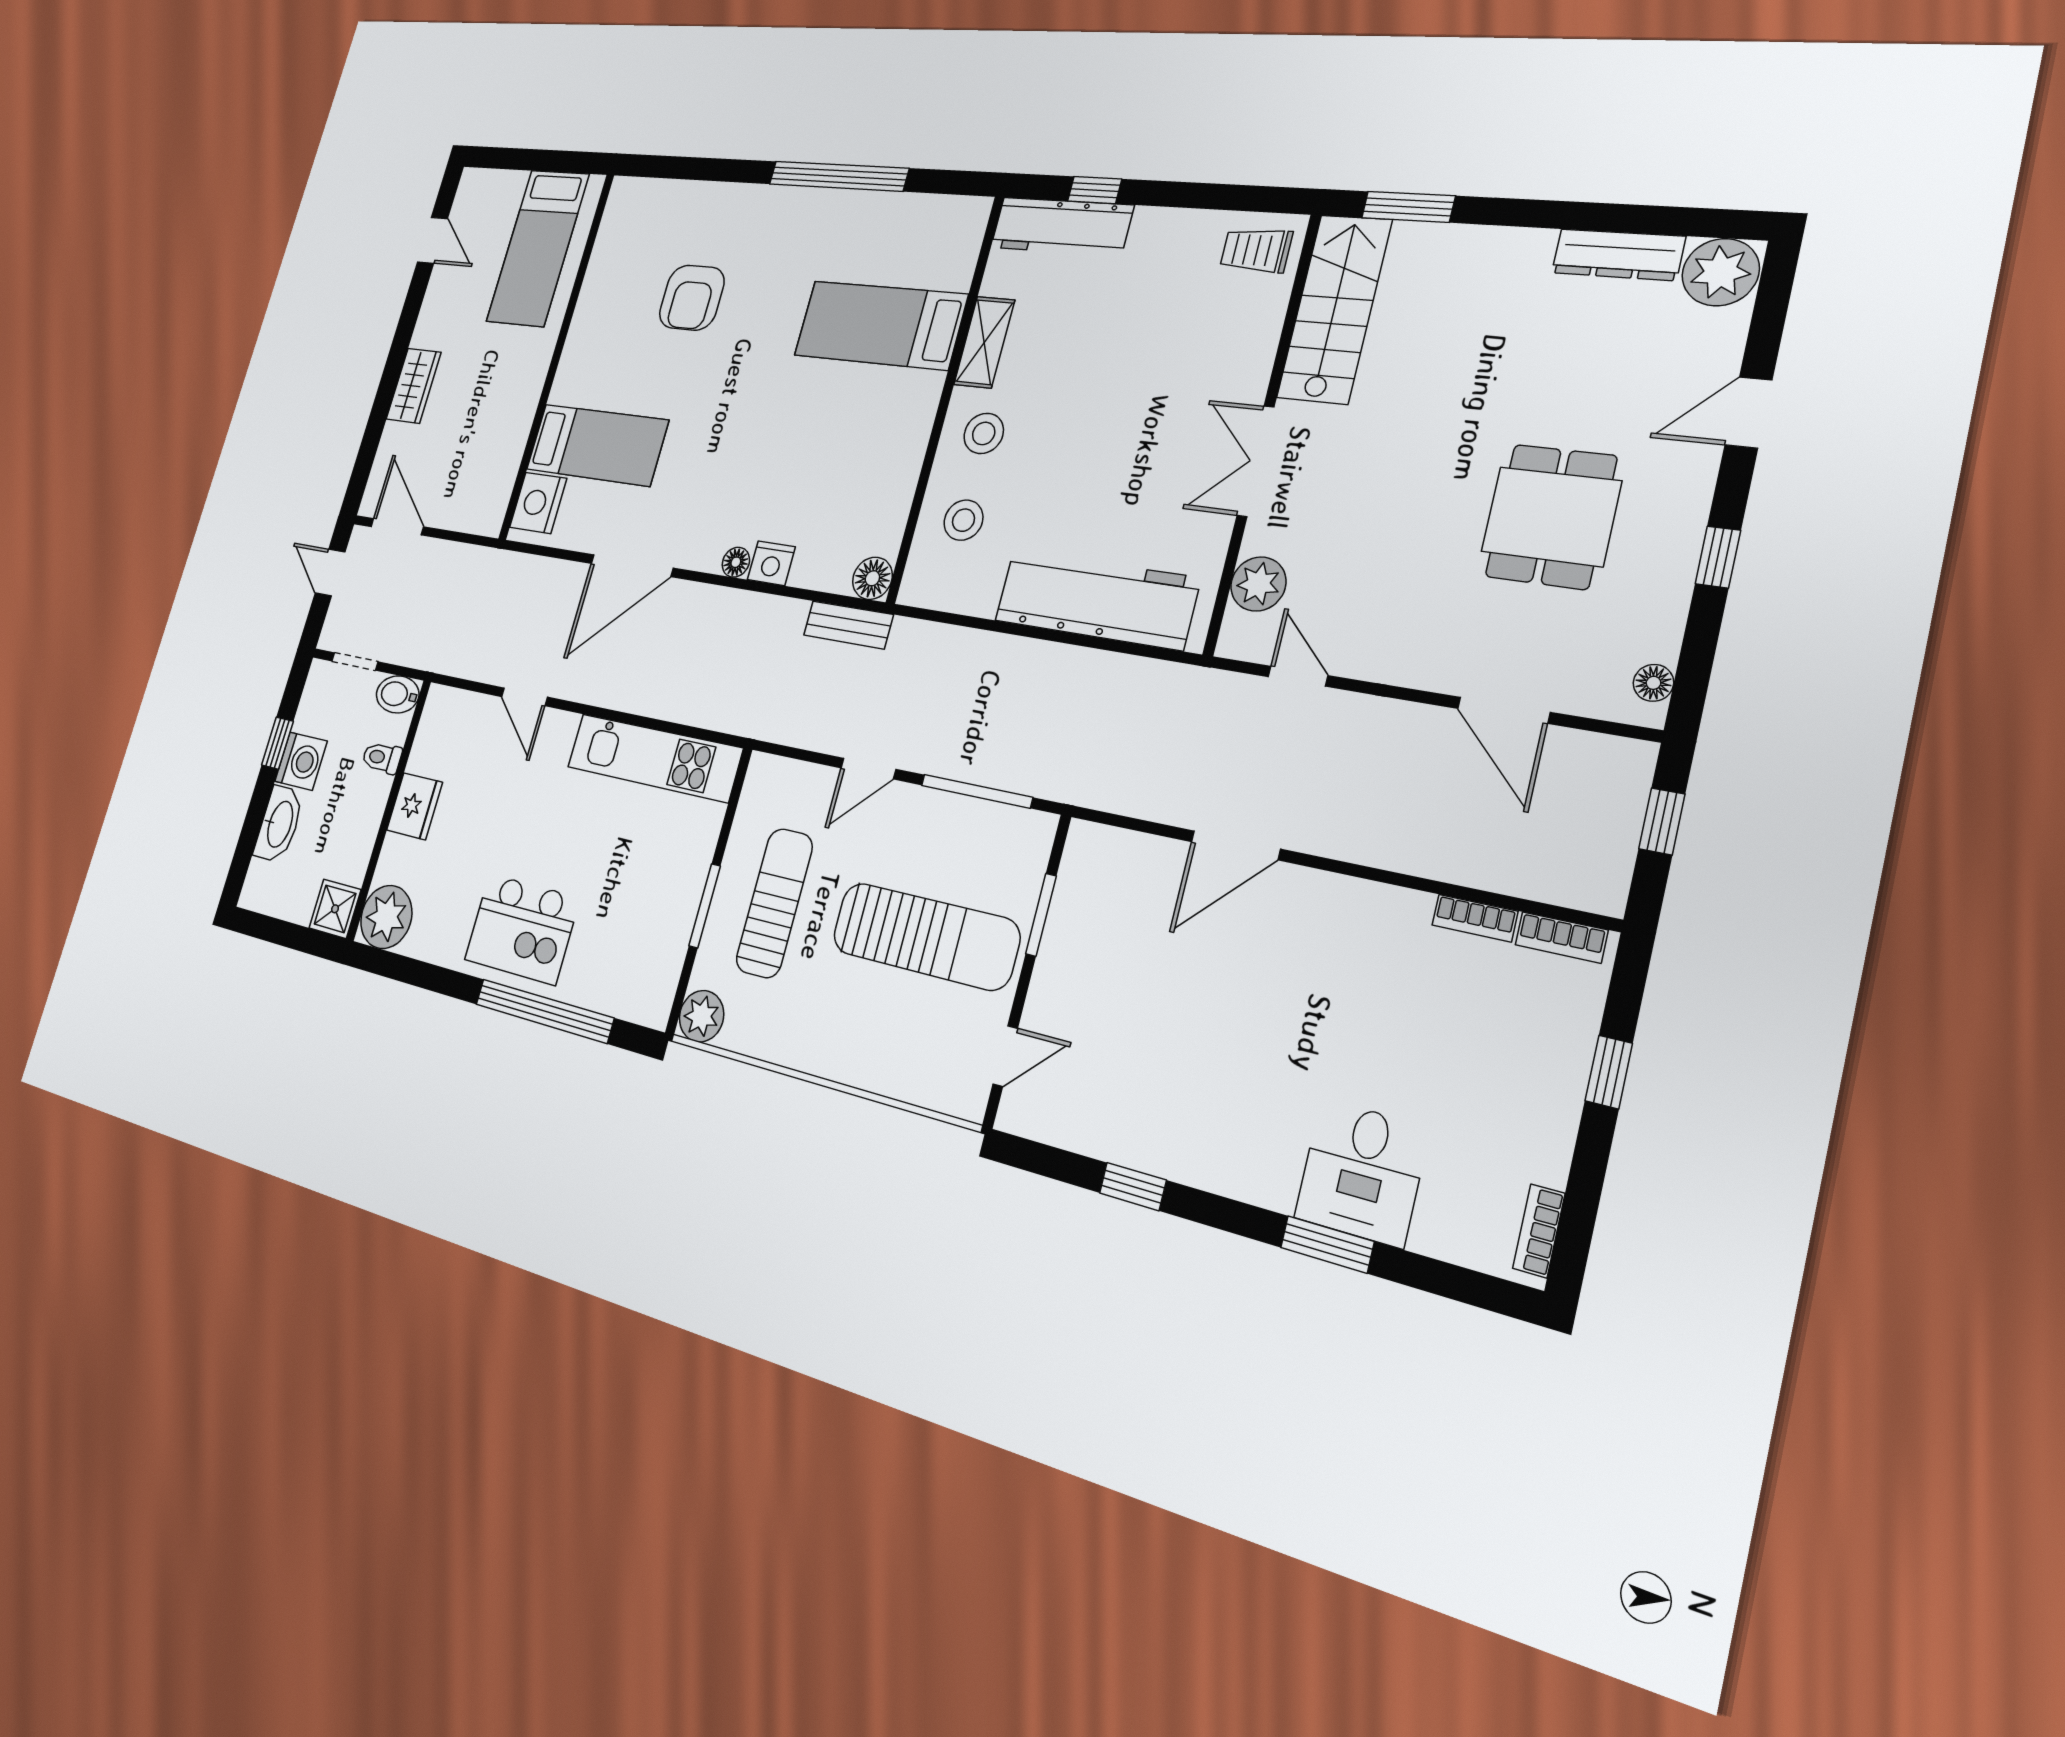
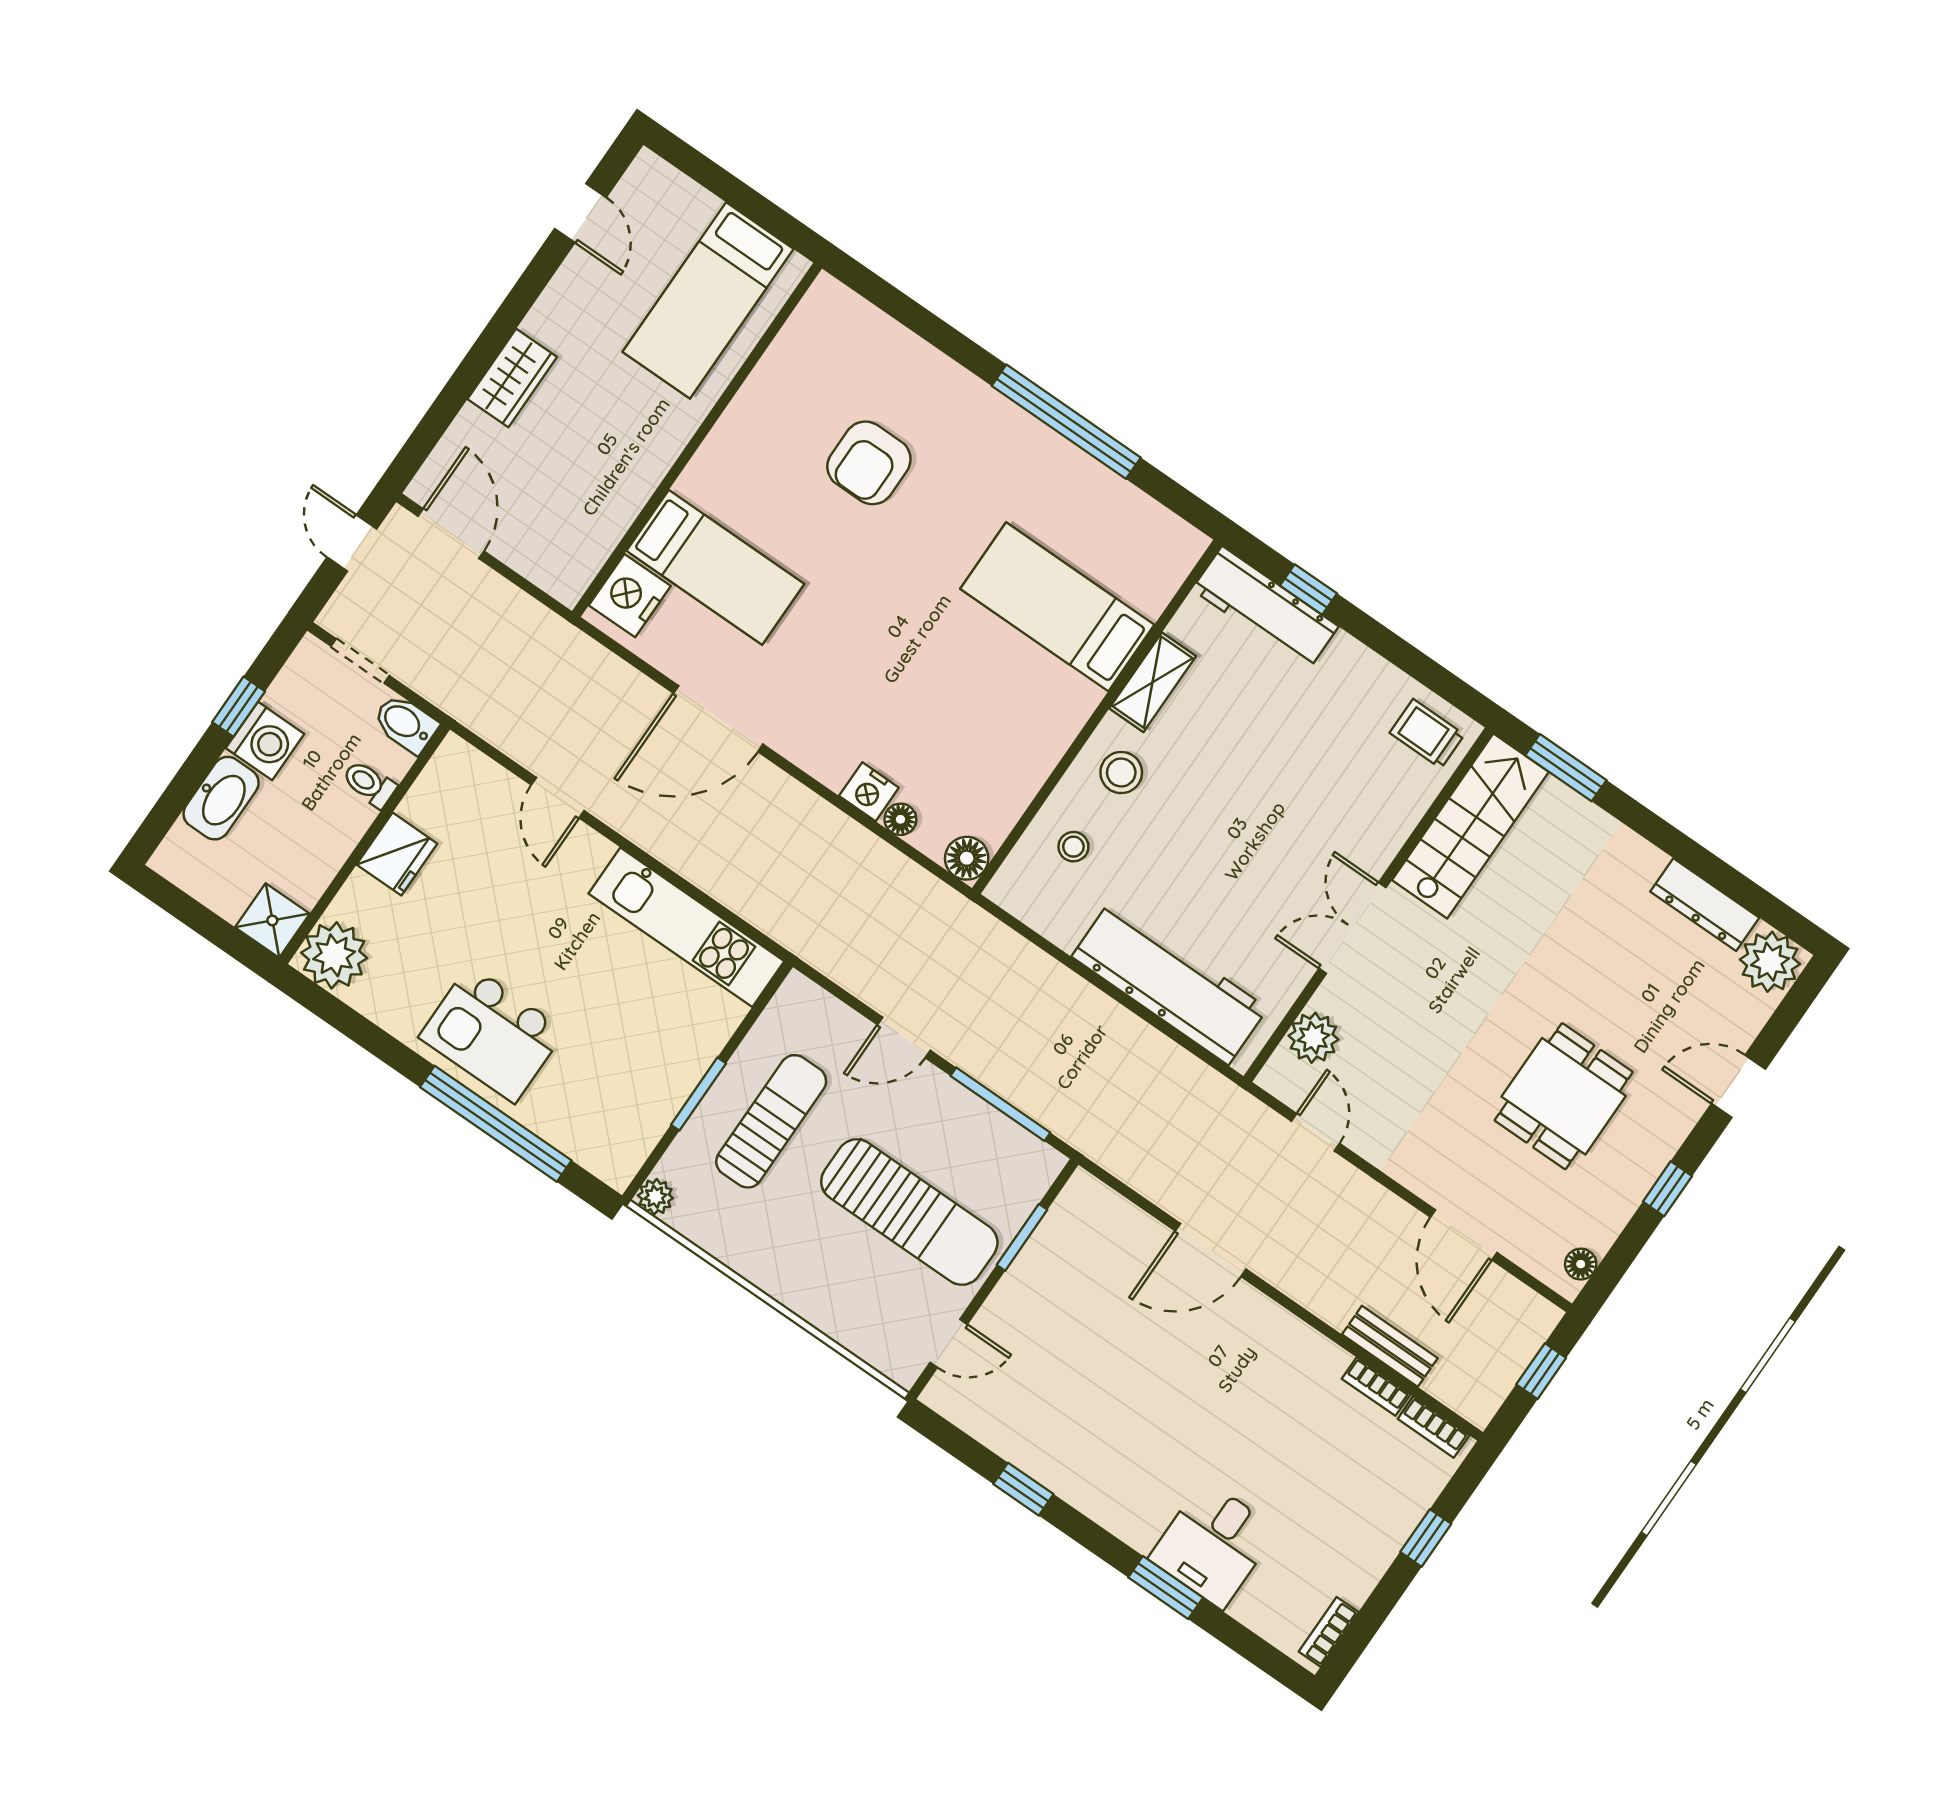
stool: (963, 520) -> (1073, 847), width x0.73, depth x0.73
floor lamp: (736, 562) -> (900, 819), moved
bench: (848, 625) -> (1390, 1346), moved
plant: (701, 1016) -> (655, 1197), width x0.73, depth x0.73

